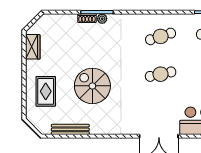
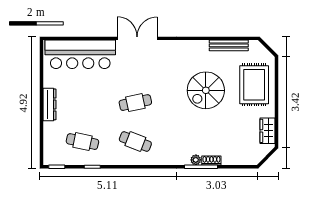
cafe table: (161, 36) -> (135, 142), turned 39
spiral stairs: (92, 86) -> (206, 90), turned 90
rug: (46, 91) -> (254, 85), width x1.36, depth x1.43

